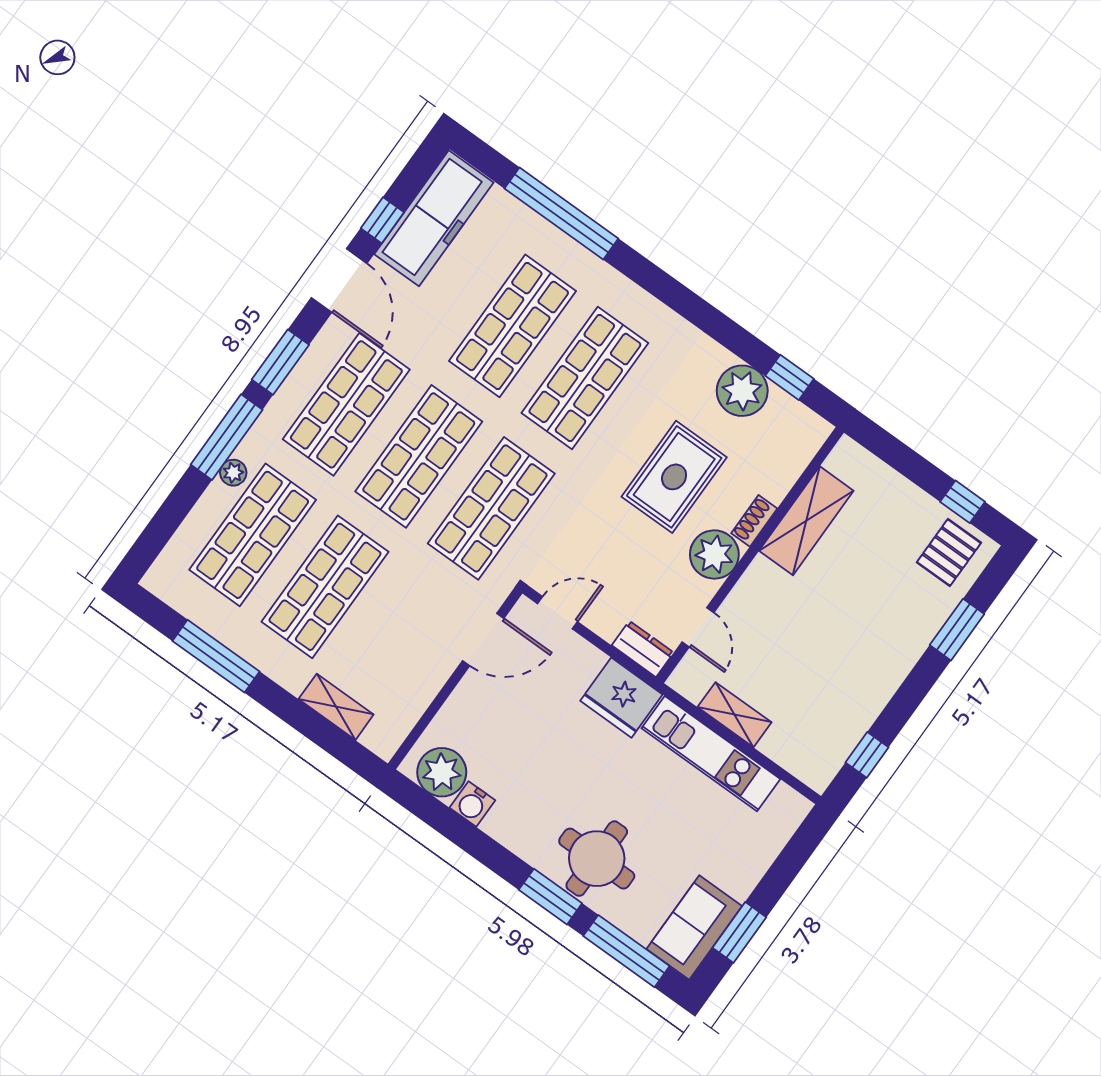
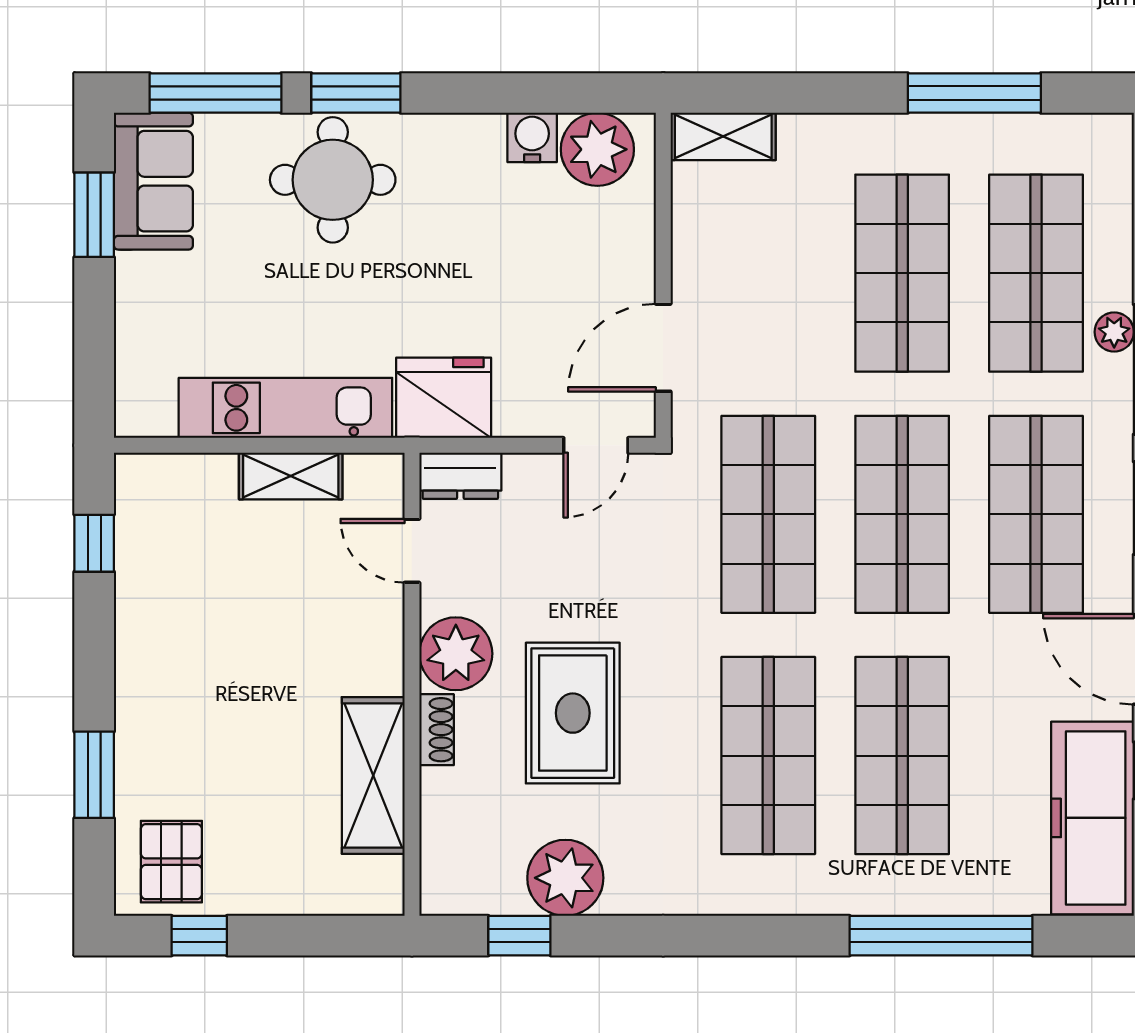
shelving: (336, 707) -> (723, 136), moved

